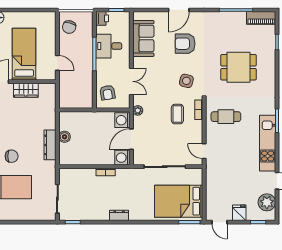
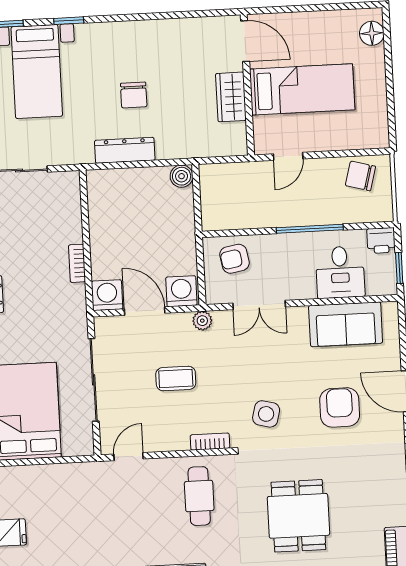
desk: (109, 46) -> (340, 272), moved, turned 180
coffee table: (177, 114) -> (176, 379), moved
boiler: (65, 137) -> (182, 176), moved
chair: (12, 156) -> (134, 95), moved

